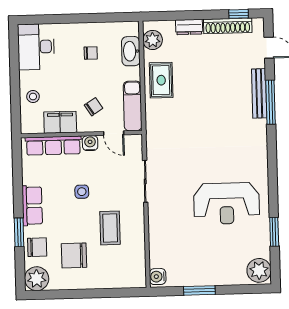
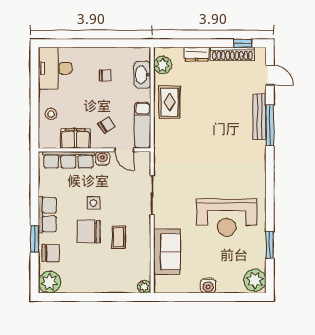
coffee table: (110, 228) -> (119, 237), width x0.73, depth x0.77
sofa: (163, 242) -> (167, 252), added
chair: (74, 255) -> (89, 232), moved
water cooler: (158, 277) -> (208, 286), moved, turned -90
plant: (139, 281) -> (144, 287), added
window: (199, 290) -> (199, 297), removed

